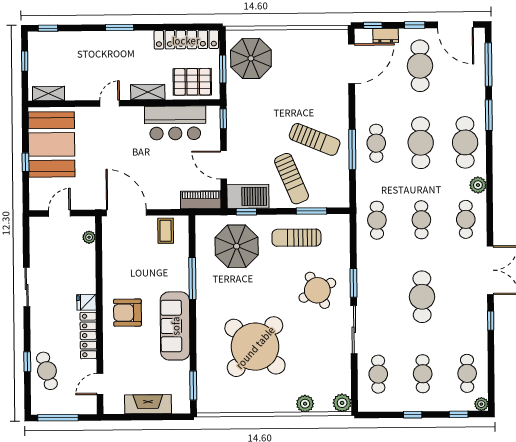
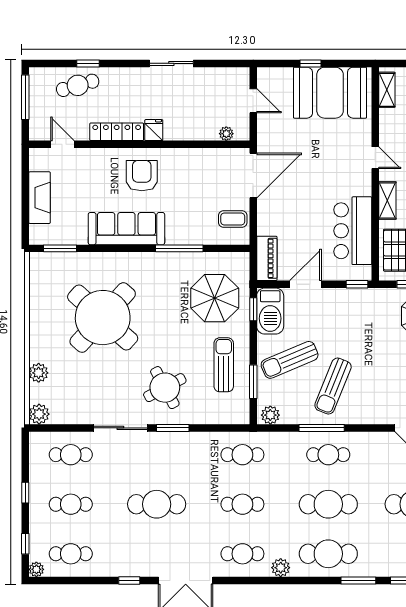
plant: (341, 195) -> (270, 415), added

